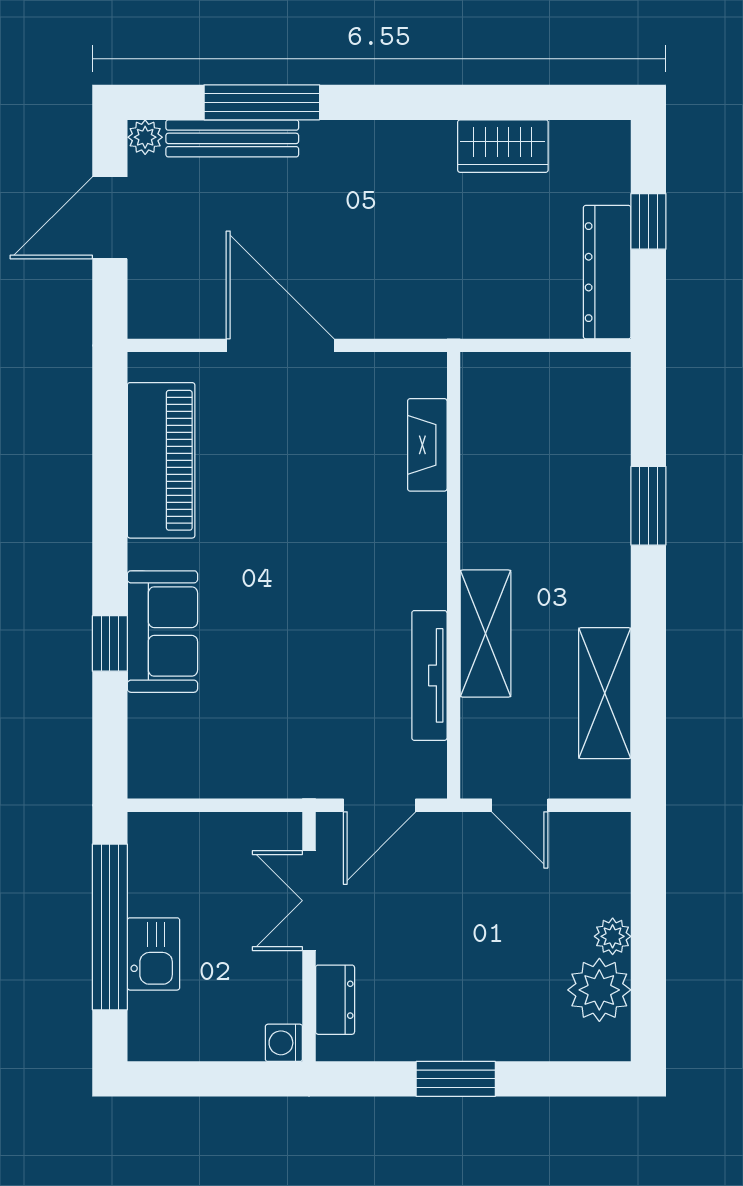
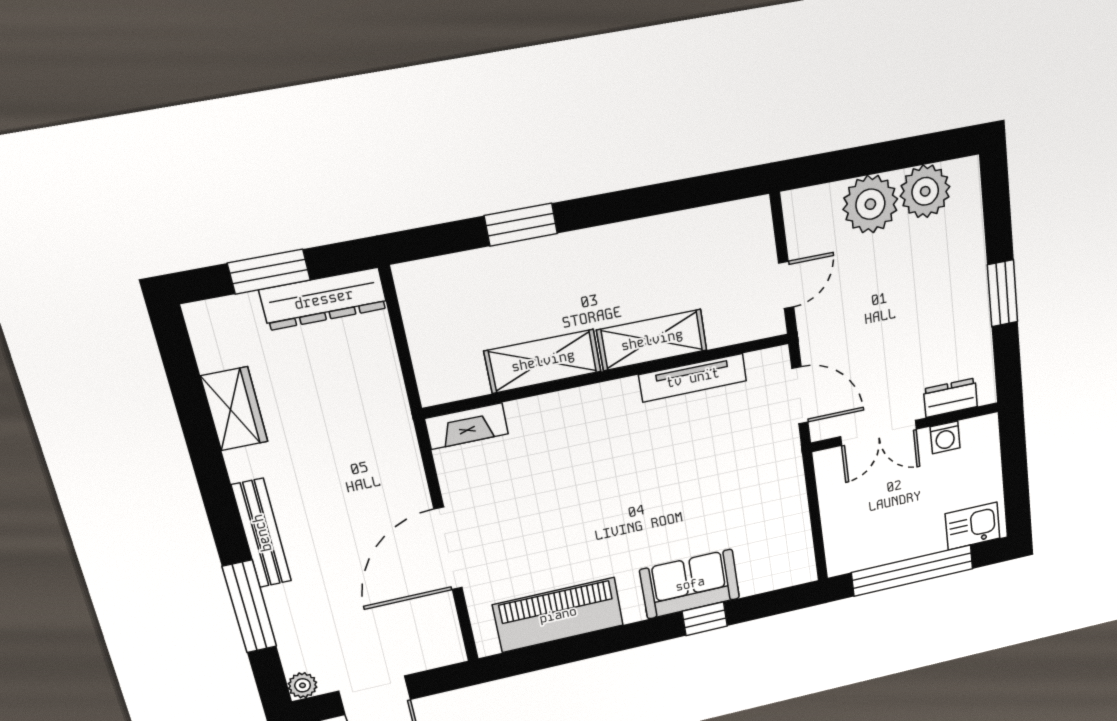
bench: (232, 138) -> (262, 533), moved
window: (648, 221) -> (269, 272), width x1.50
fireplace: (427, 445) -> (467, 426), moved
shelving: (605, 693) -> (543, 361), moved
plant: (613, 936) -> (870, 204), width x1.88, depth x1.88
kitchen sink: (153, 954) -> (973, 526), moved
washing machine: (284, 1043) -> (945, 437), moved

